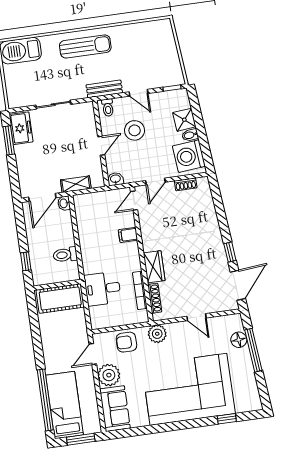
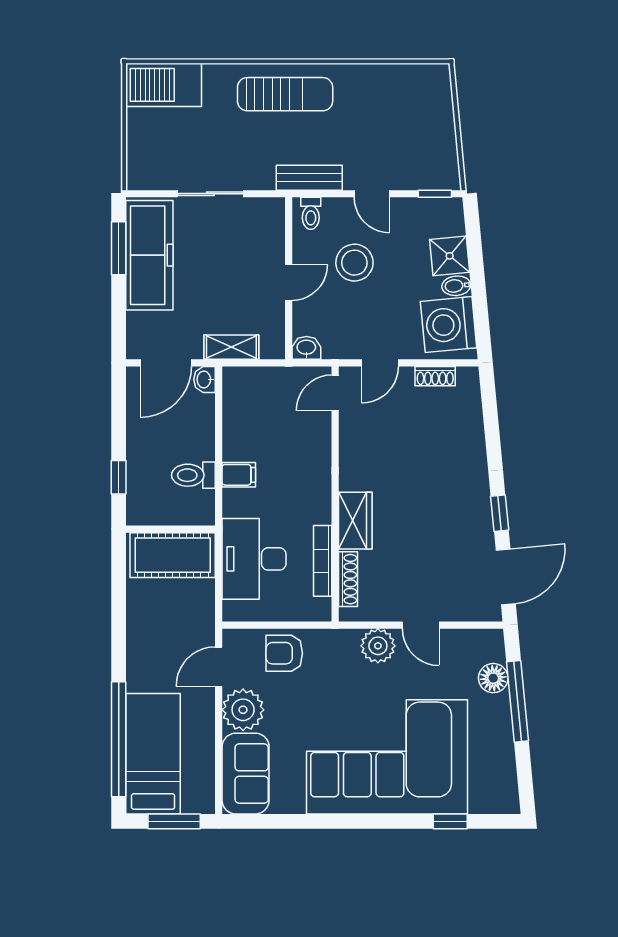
freezer: (21, 128) -> (149, 255), width x1.91, depth x1.26
filing cabinet: (128, 235) -> (239, 475), moved, turned 180
desk: (103, 289) -> (254, 559), width x1.37
plant: (157, 334) -> (378, 646), moved

